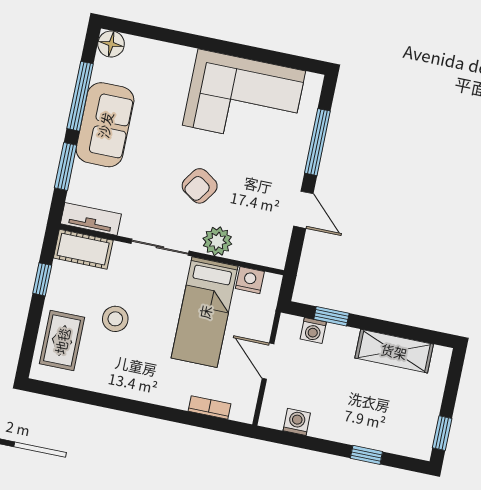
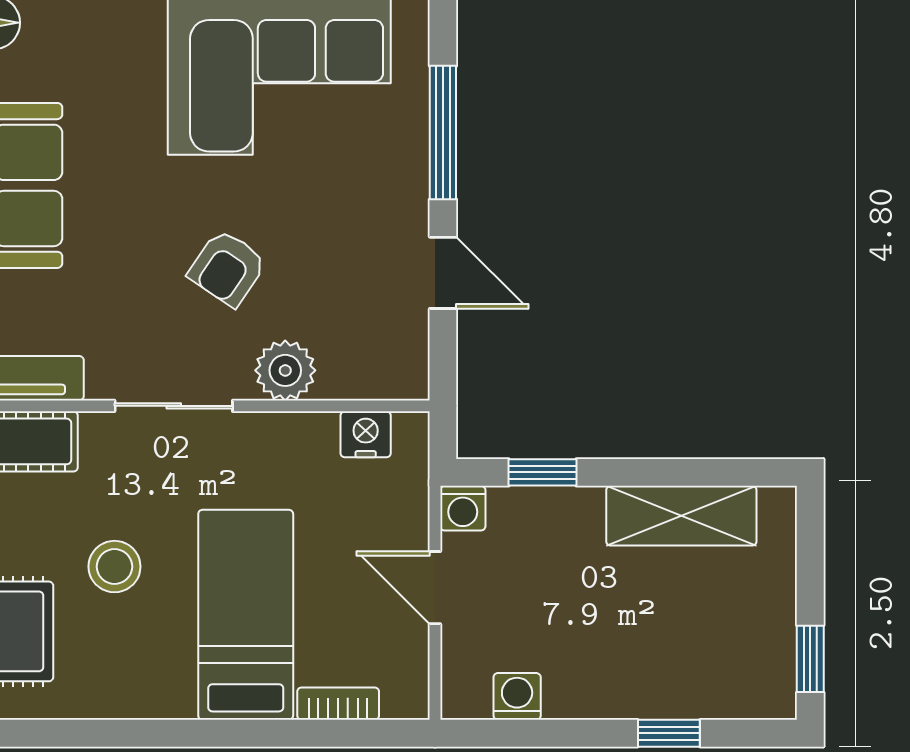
bed: (205, 312) -> (246, 615), moved, turned 180
washing machine: (313, 330) -> (463, 508), moved

